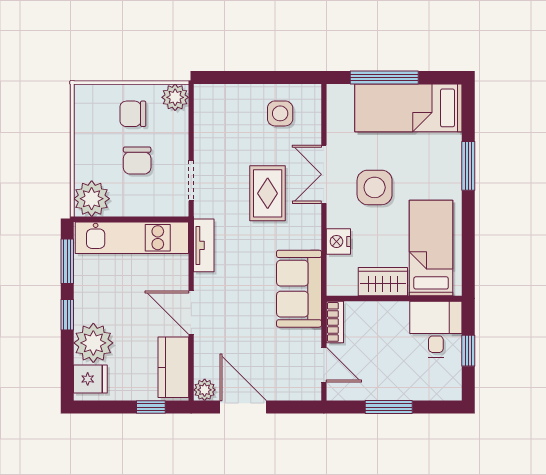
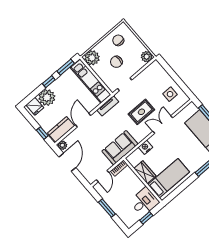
chair: (133, 114) -> (118, 40), moved
side table: (375, 187) -> (172, 144), removed

